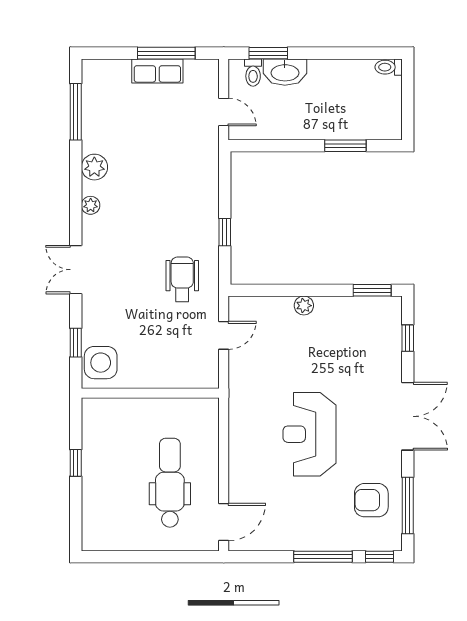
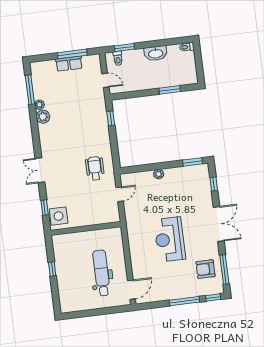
washbasin: (285, 72) -> (156, 53), moved
plant: (91, 205) -> (39, 105), moved
window: (225, 232) -> (111, 118), moved

